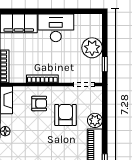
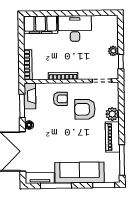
plant: (92, 48) -> (113, 51), width x0.53, depth x0.53
armchair: (65, 115) -> (85, 109), turned -90

